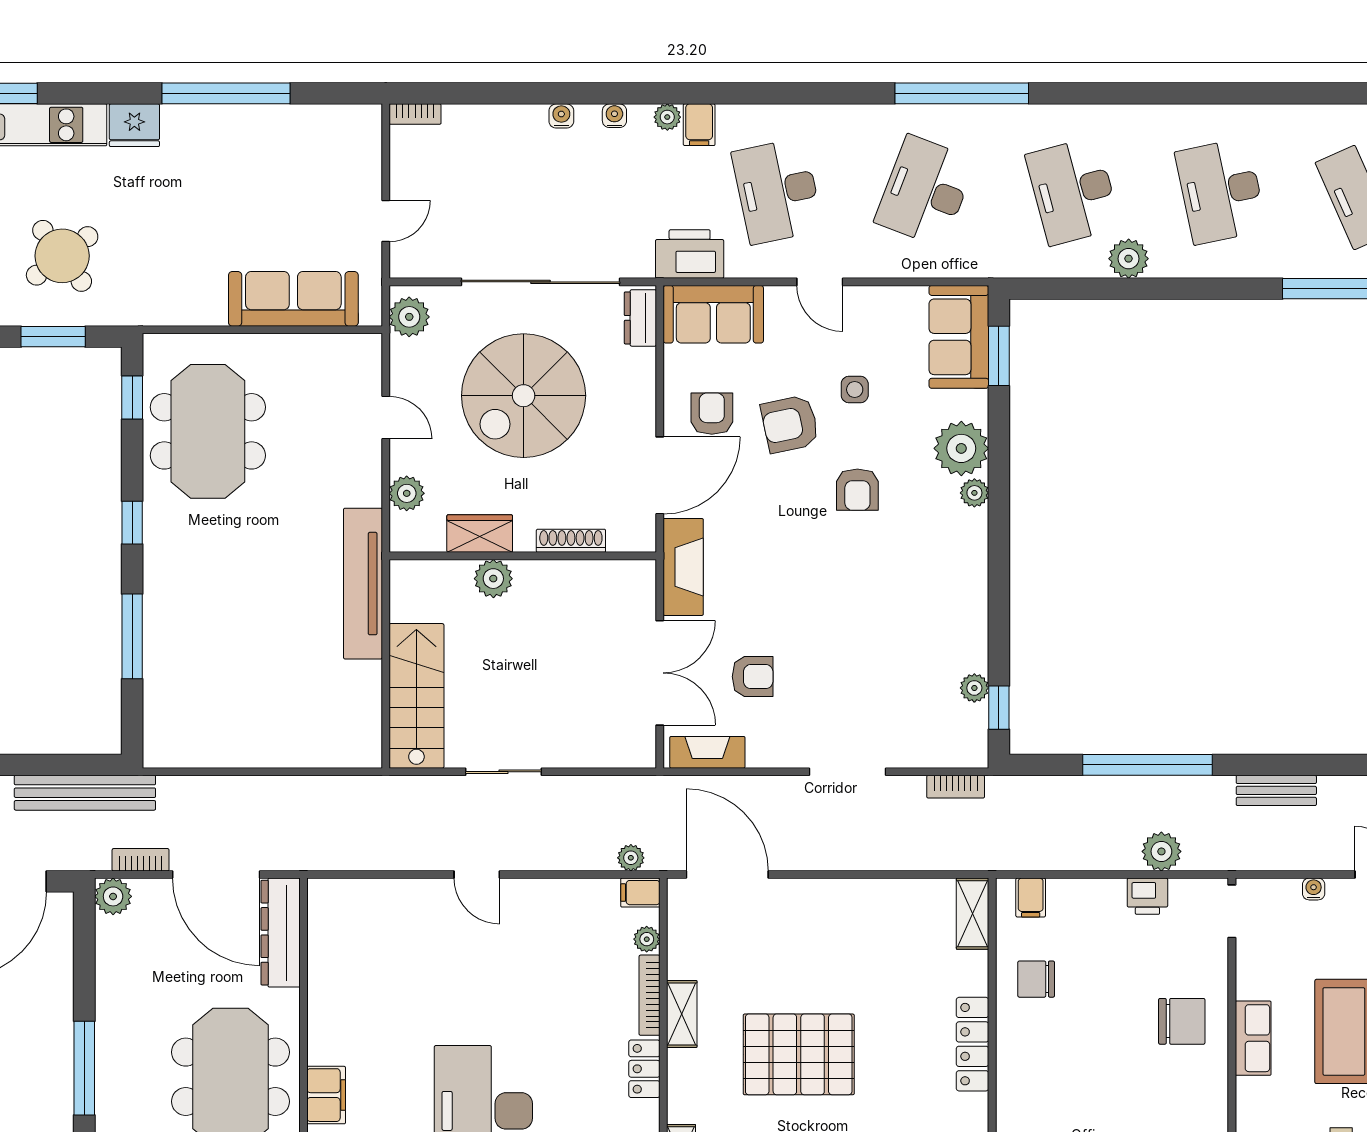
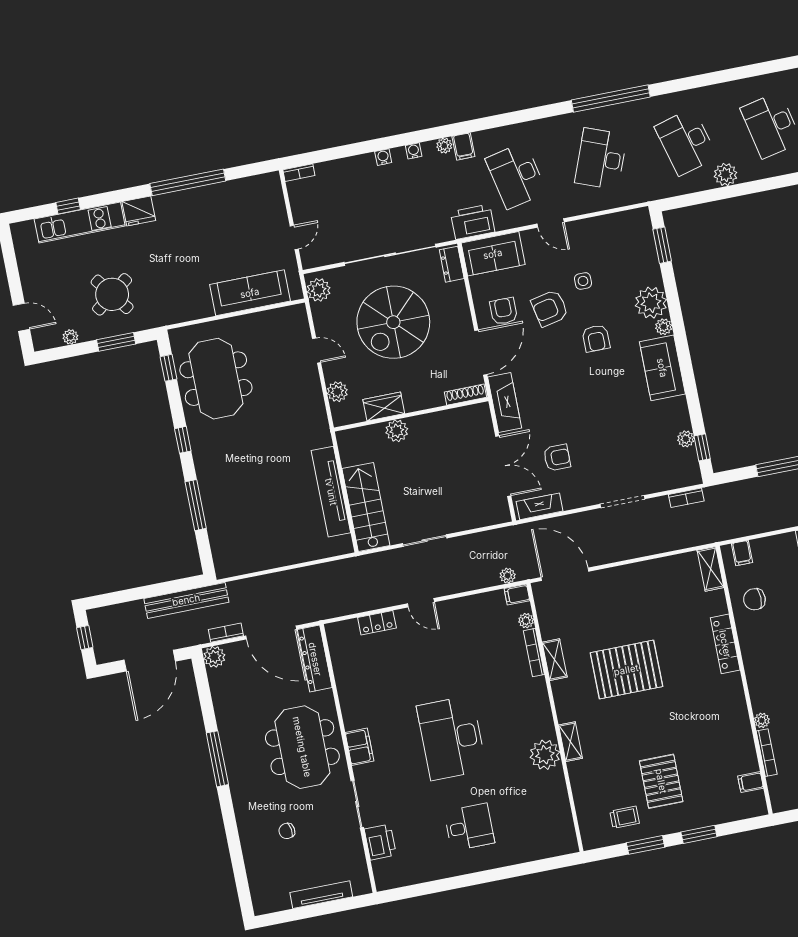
sofa: (959, 337) -> (662, 368), moved
shoe rack: (571, 541) -> (465, 395), moved
tv unit: (363, 584) -> (331, 492), moved
locker: (644, 1069) -> (377, 623), moved, turned -90

